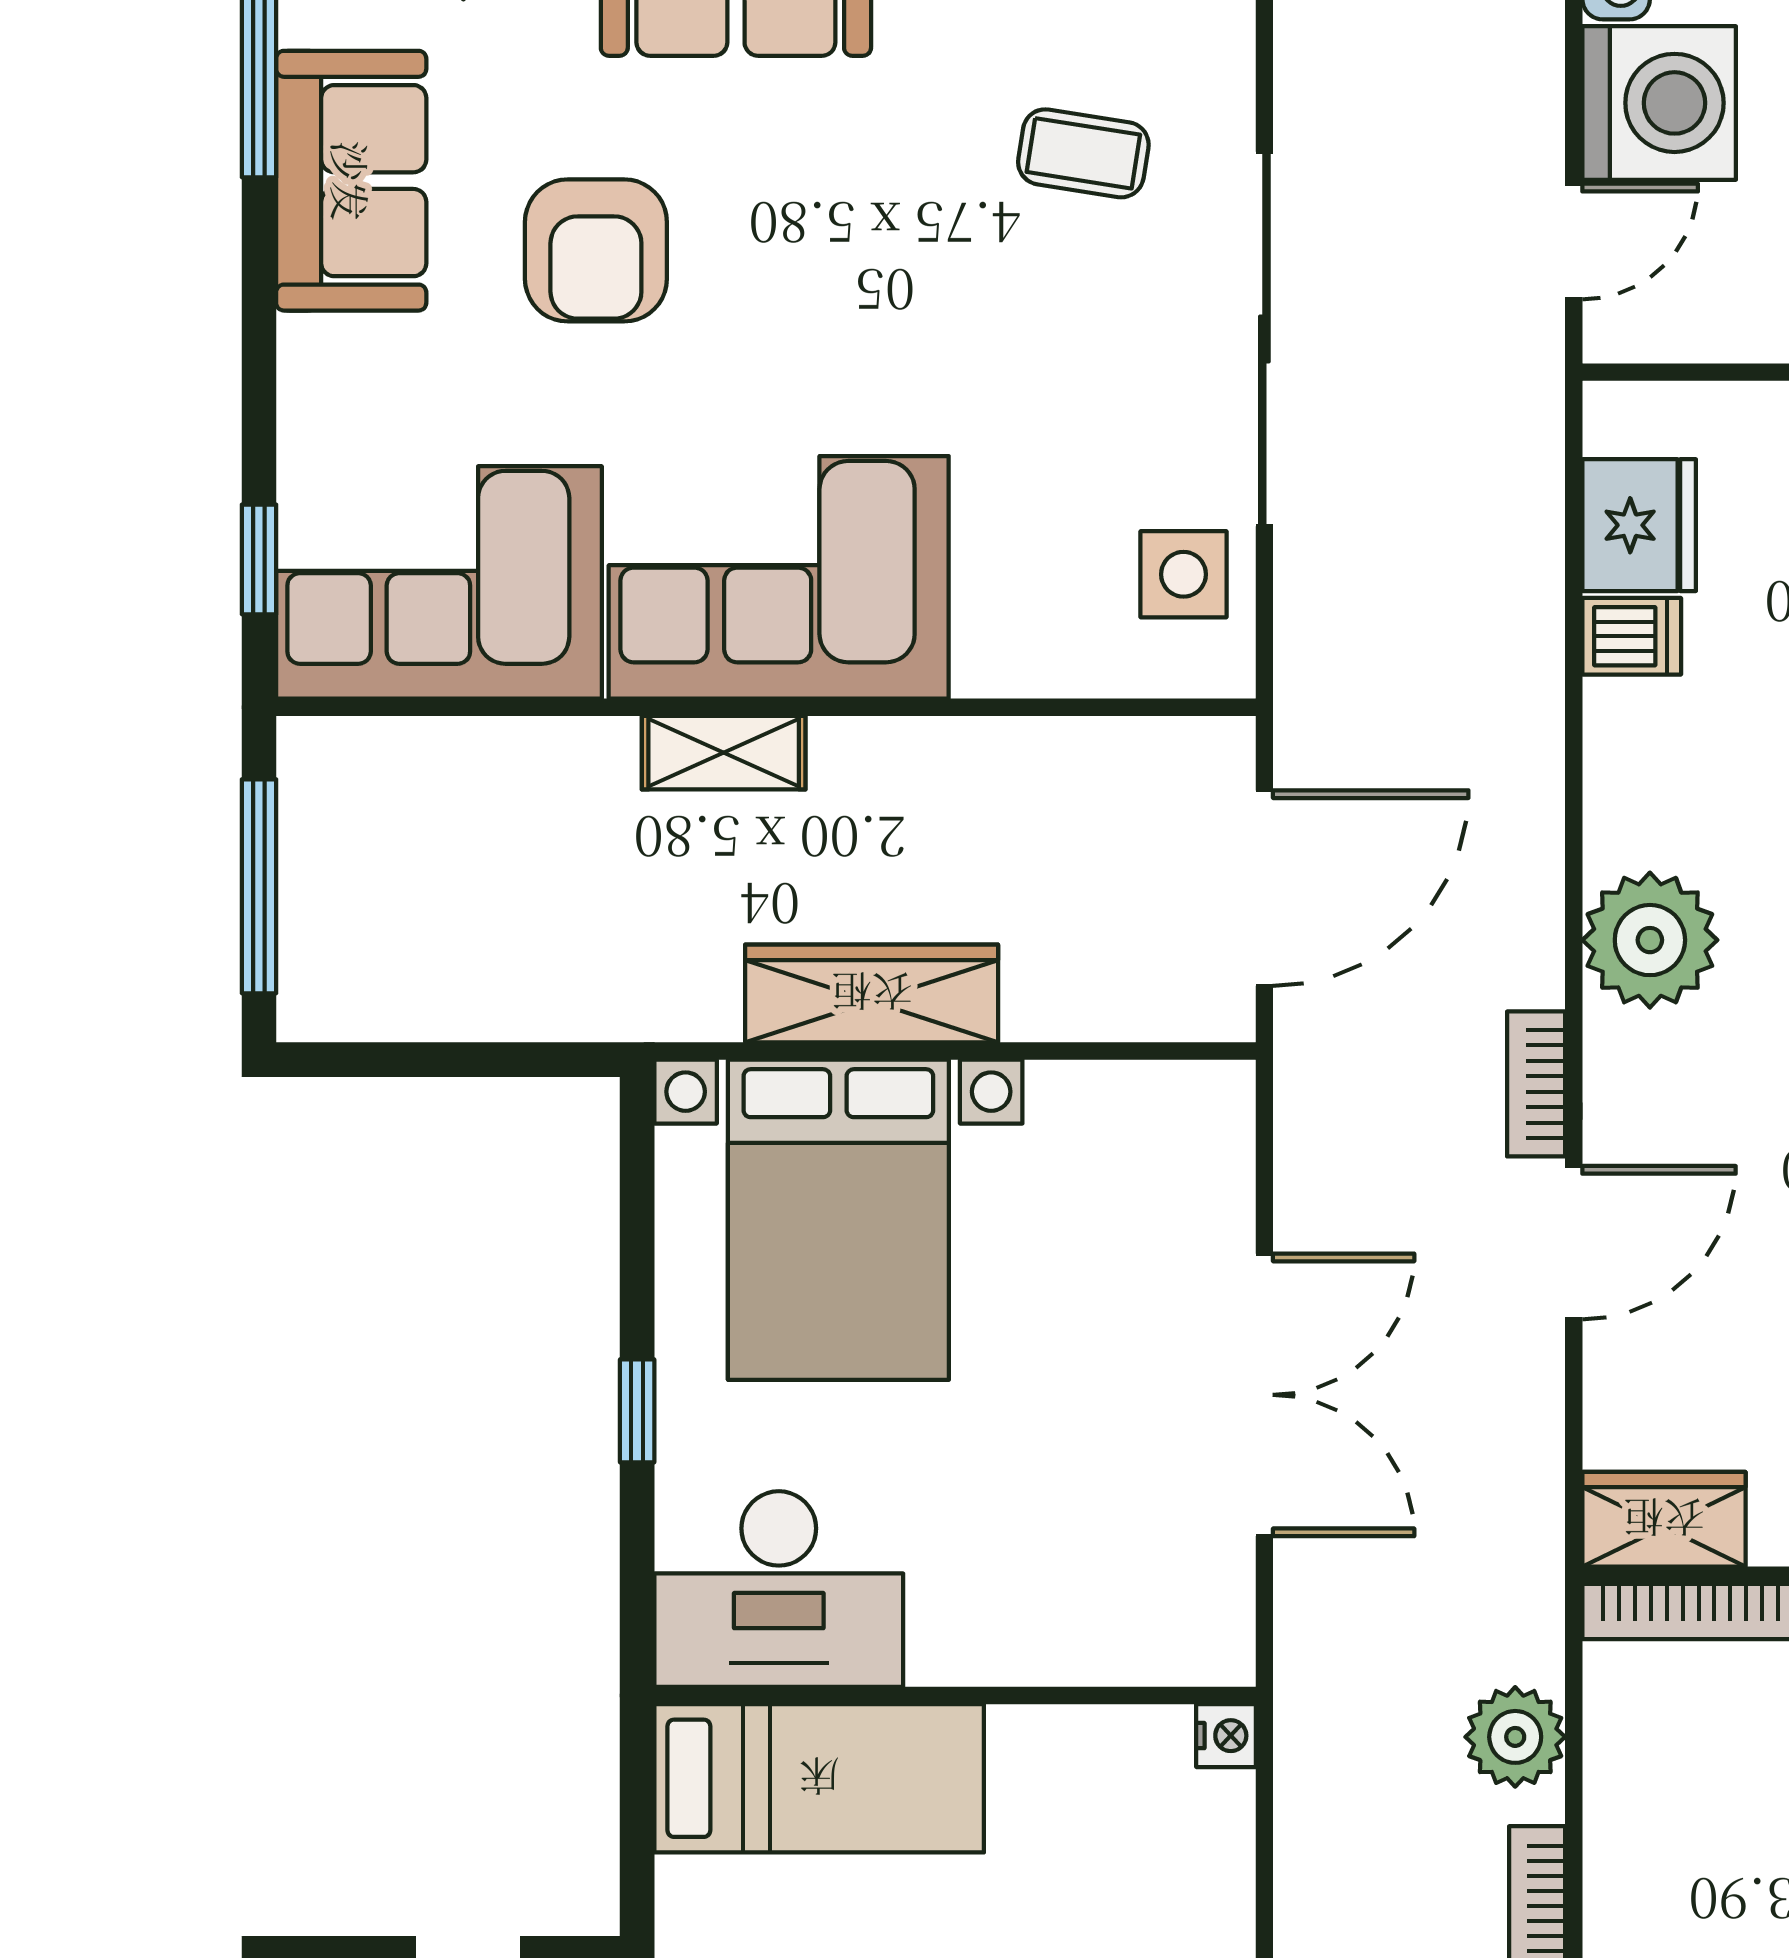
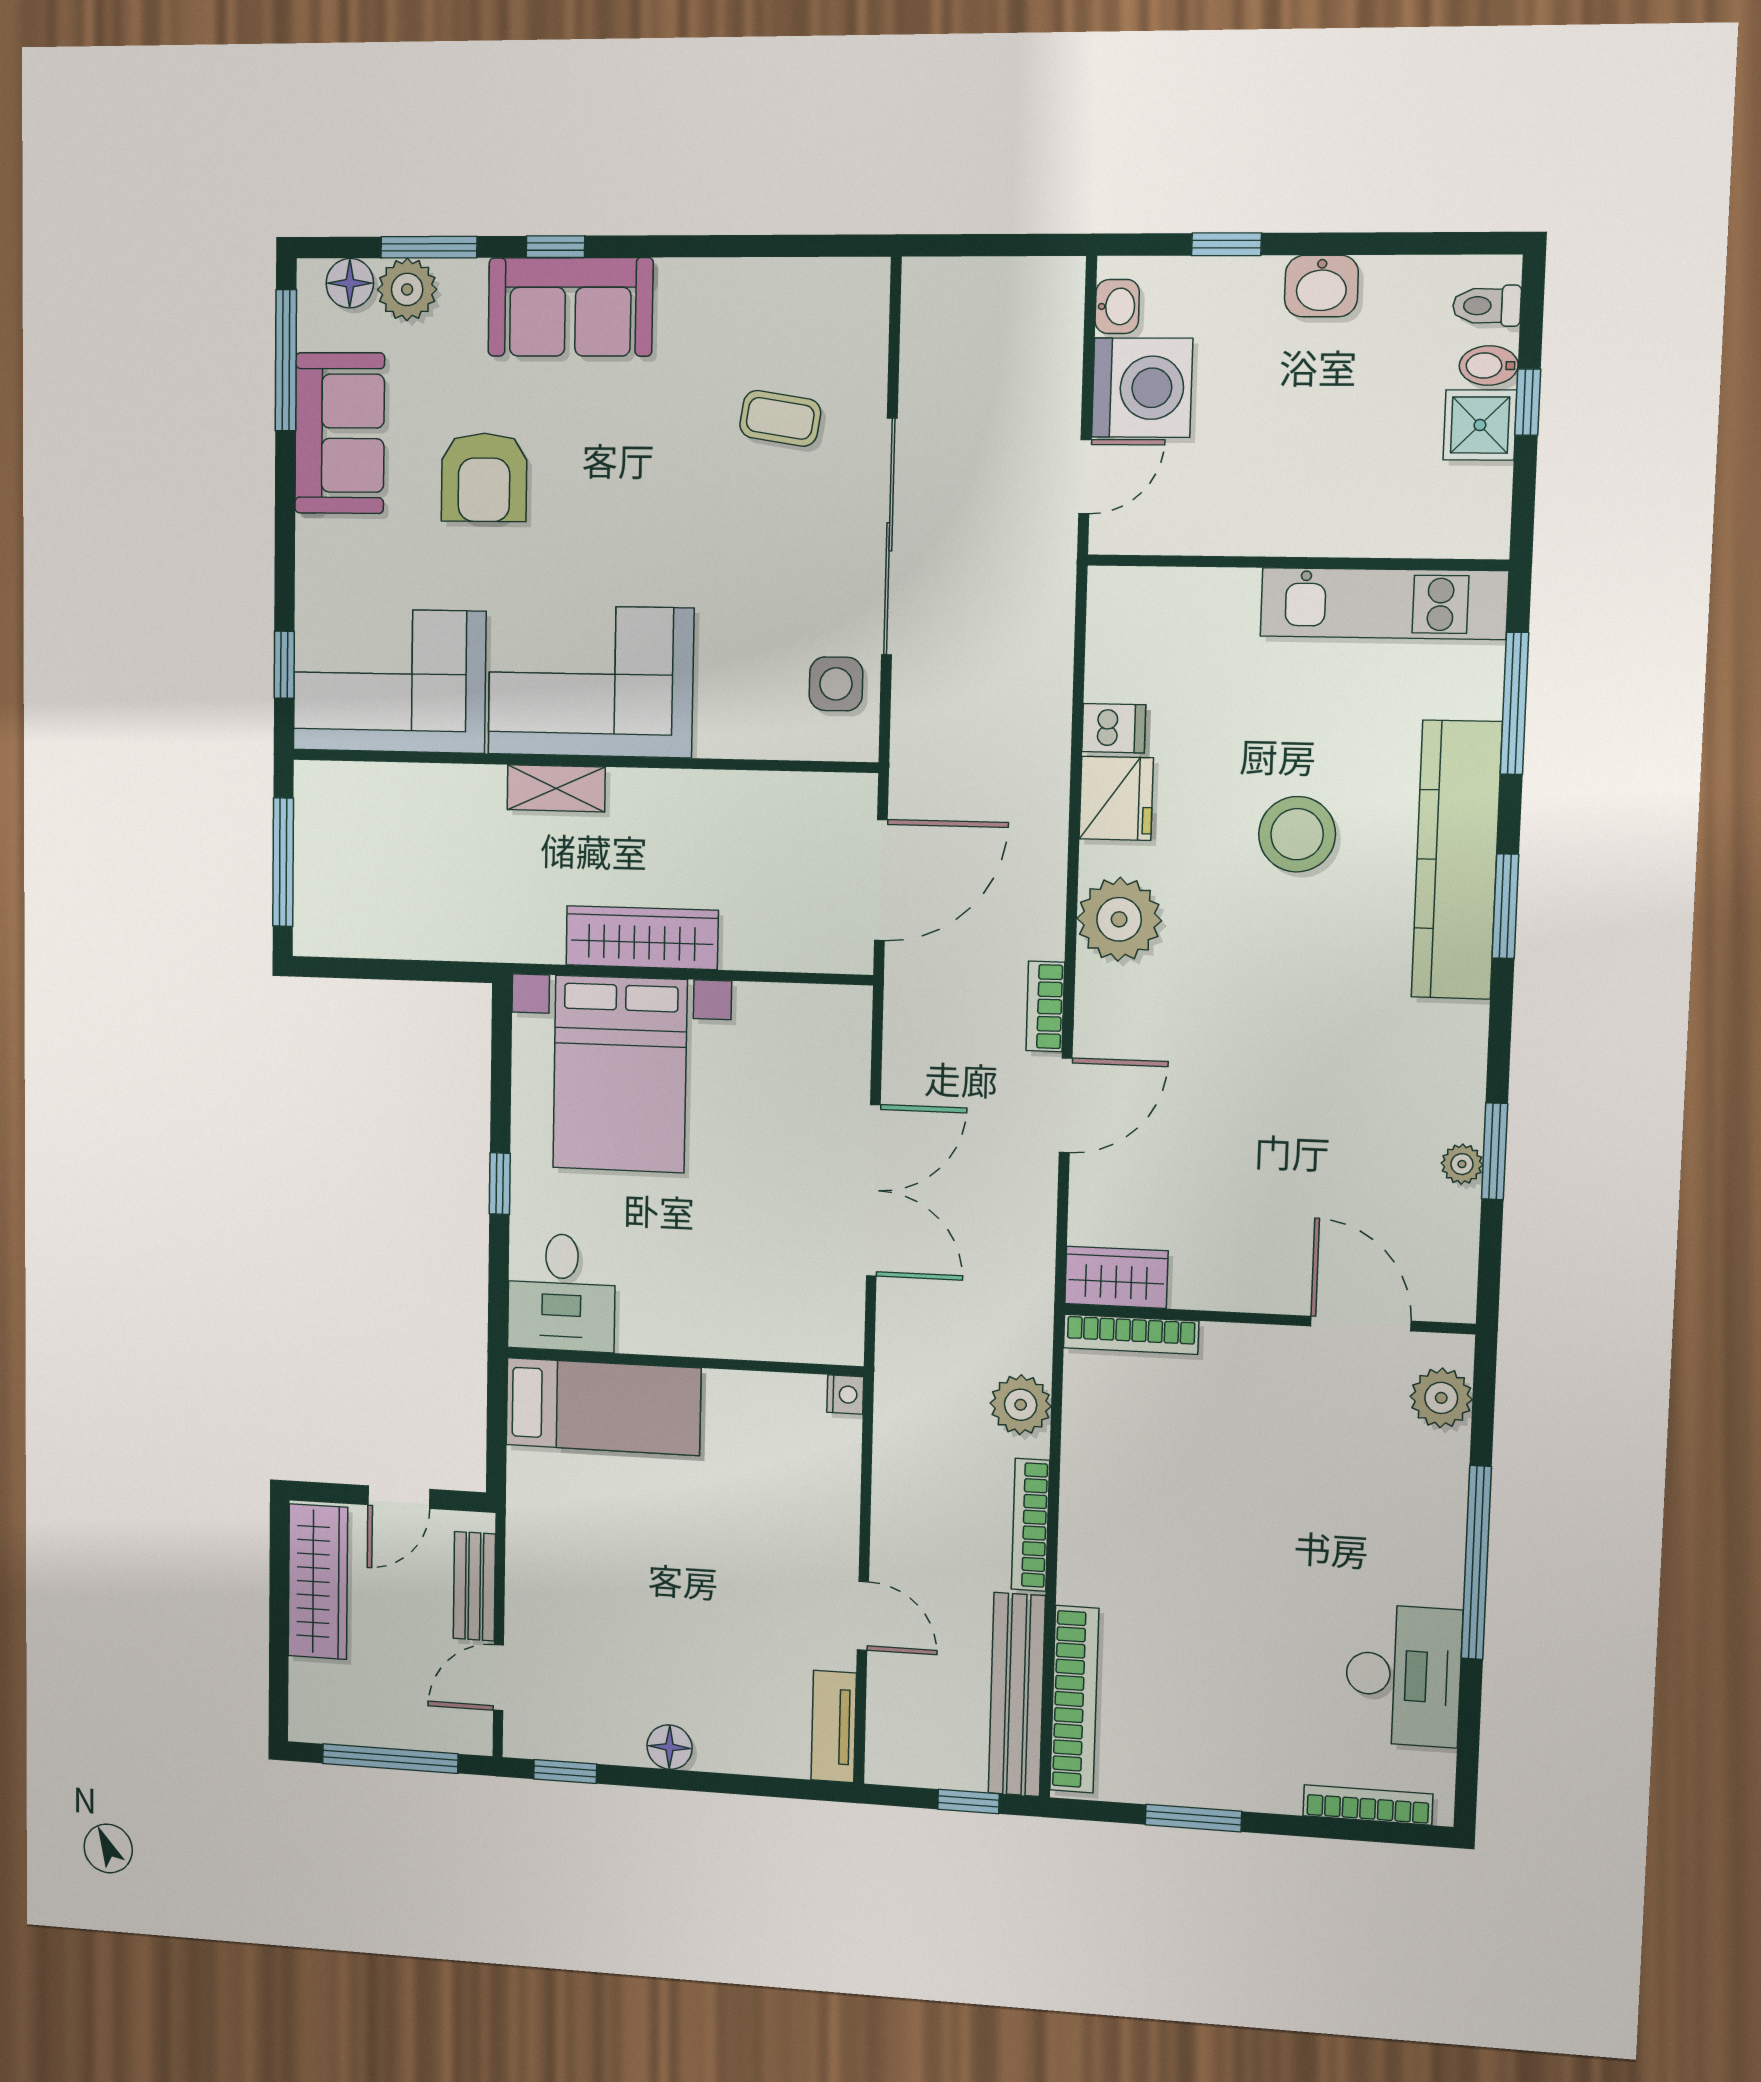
fridge: (1639, 525) -> (1116, 798), moved
desk: (779, 1589) -> (561, 1292), width x0.73

